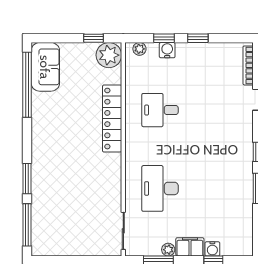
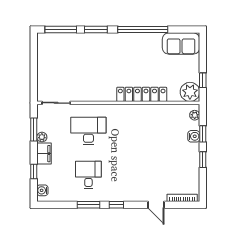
window: (27, 85) -> (143, 30), moved
desk: (160, 110) -> (88, 175), moved
water cooler: (212, 249) -> (42, 190), moved

